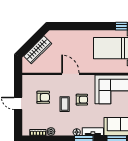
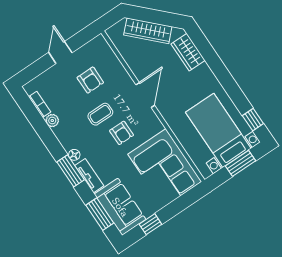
wardrobe: (63, 36) -> (188, 52), added

